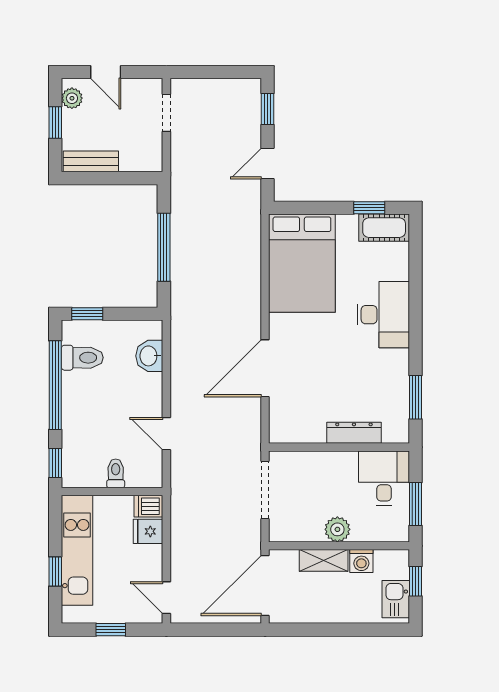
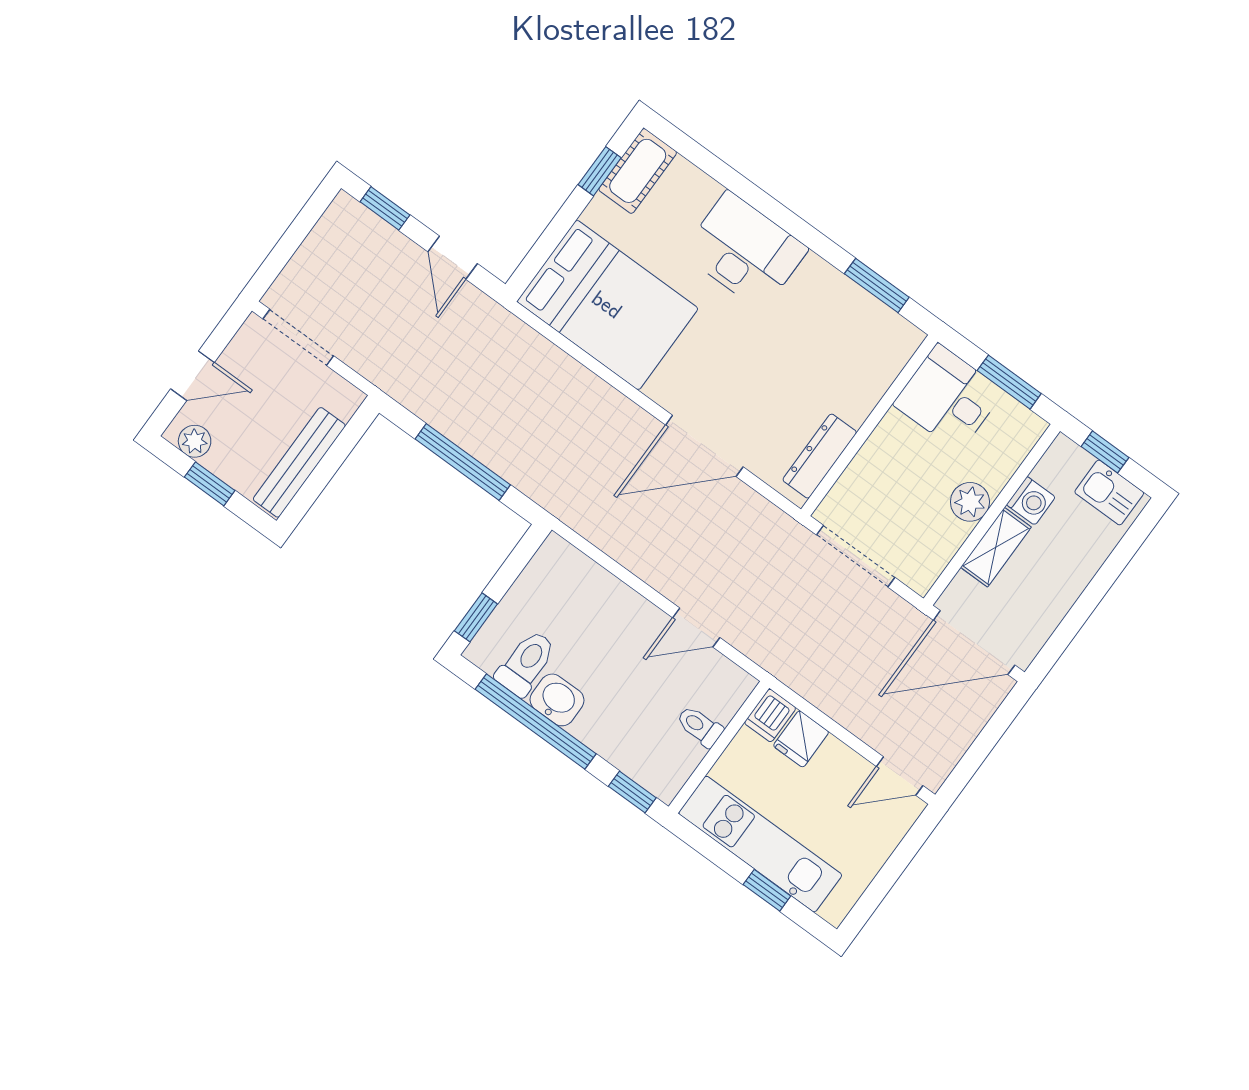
doorway: (166, 113) -> (298, 337), width x1.38
bench: (91, 161) -> (299, 462), width x1.36
washbasin: (149, 356) -> (557, 700), moved, turned 180
door: (265, 368) -> (704, 446), hinge flipped
dresser: (354, 433) -> (820, 456), moved
door: (265, 586) -> (974, 643), hinge flipped
window: (111, 630) -> (889, 874), removed

